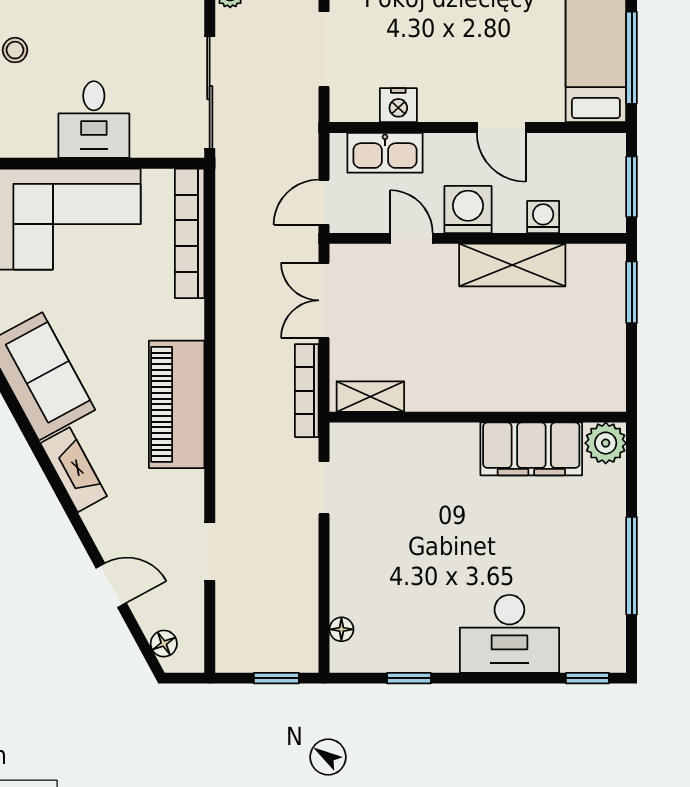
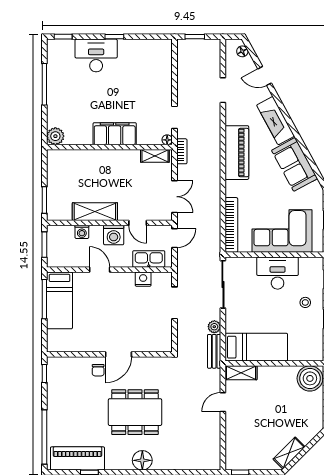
desk: (94, 120) -> (278, 273), width x1.37
bookcase: (307, 391) -> (182, 151), width x0.64
filing cabinet: (531, 449) -> (115, 134), moved
fireplace: (74, 470) -> (276, 121), width x1.37, depth x1.32
floor lamp: (341, 629) -> (167, 140), moved
window: (409, 678) -> (114, 37), moved

